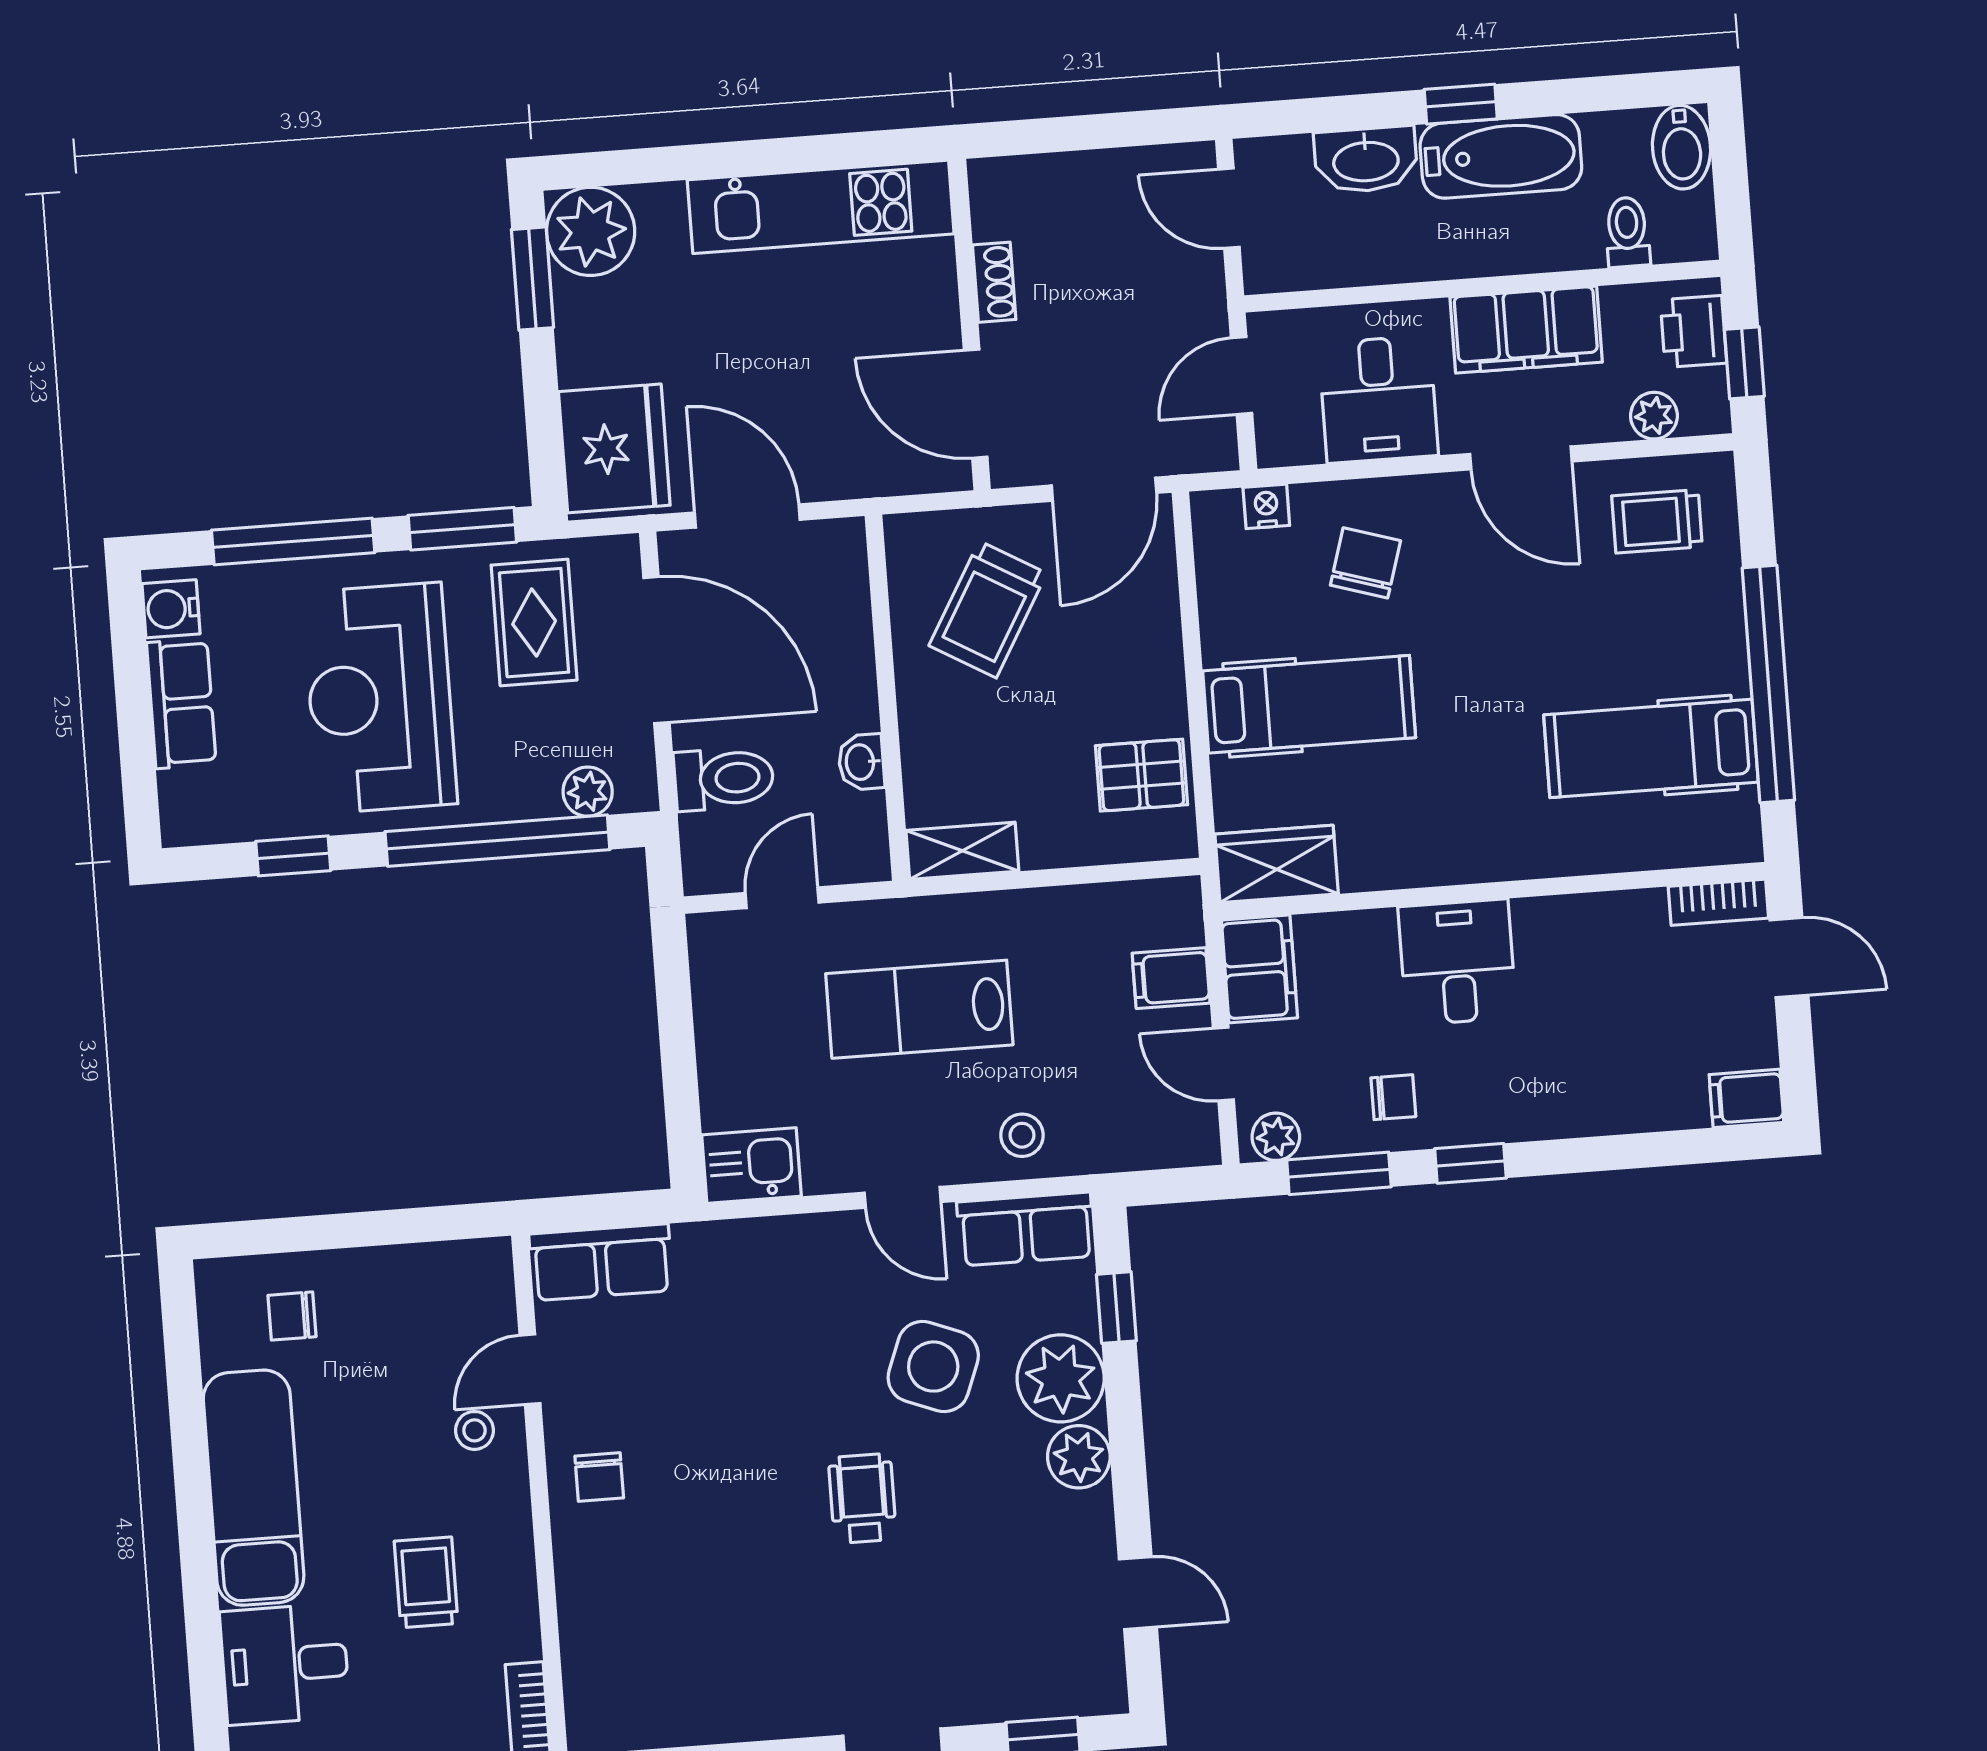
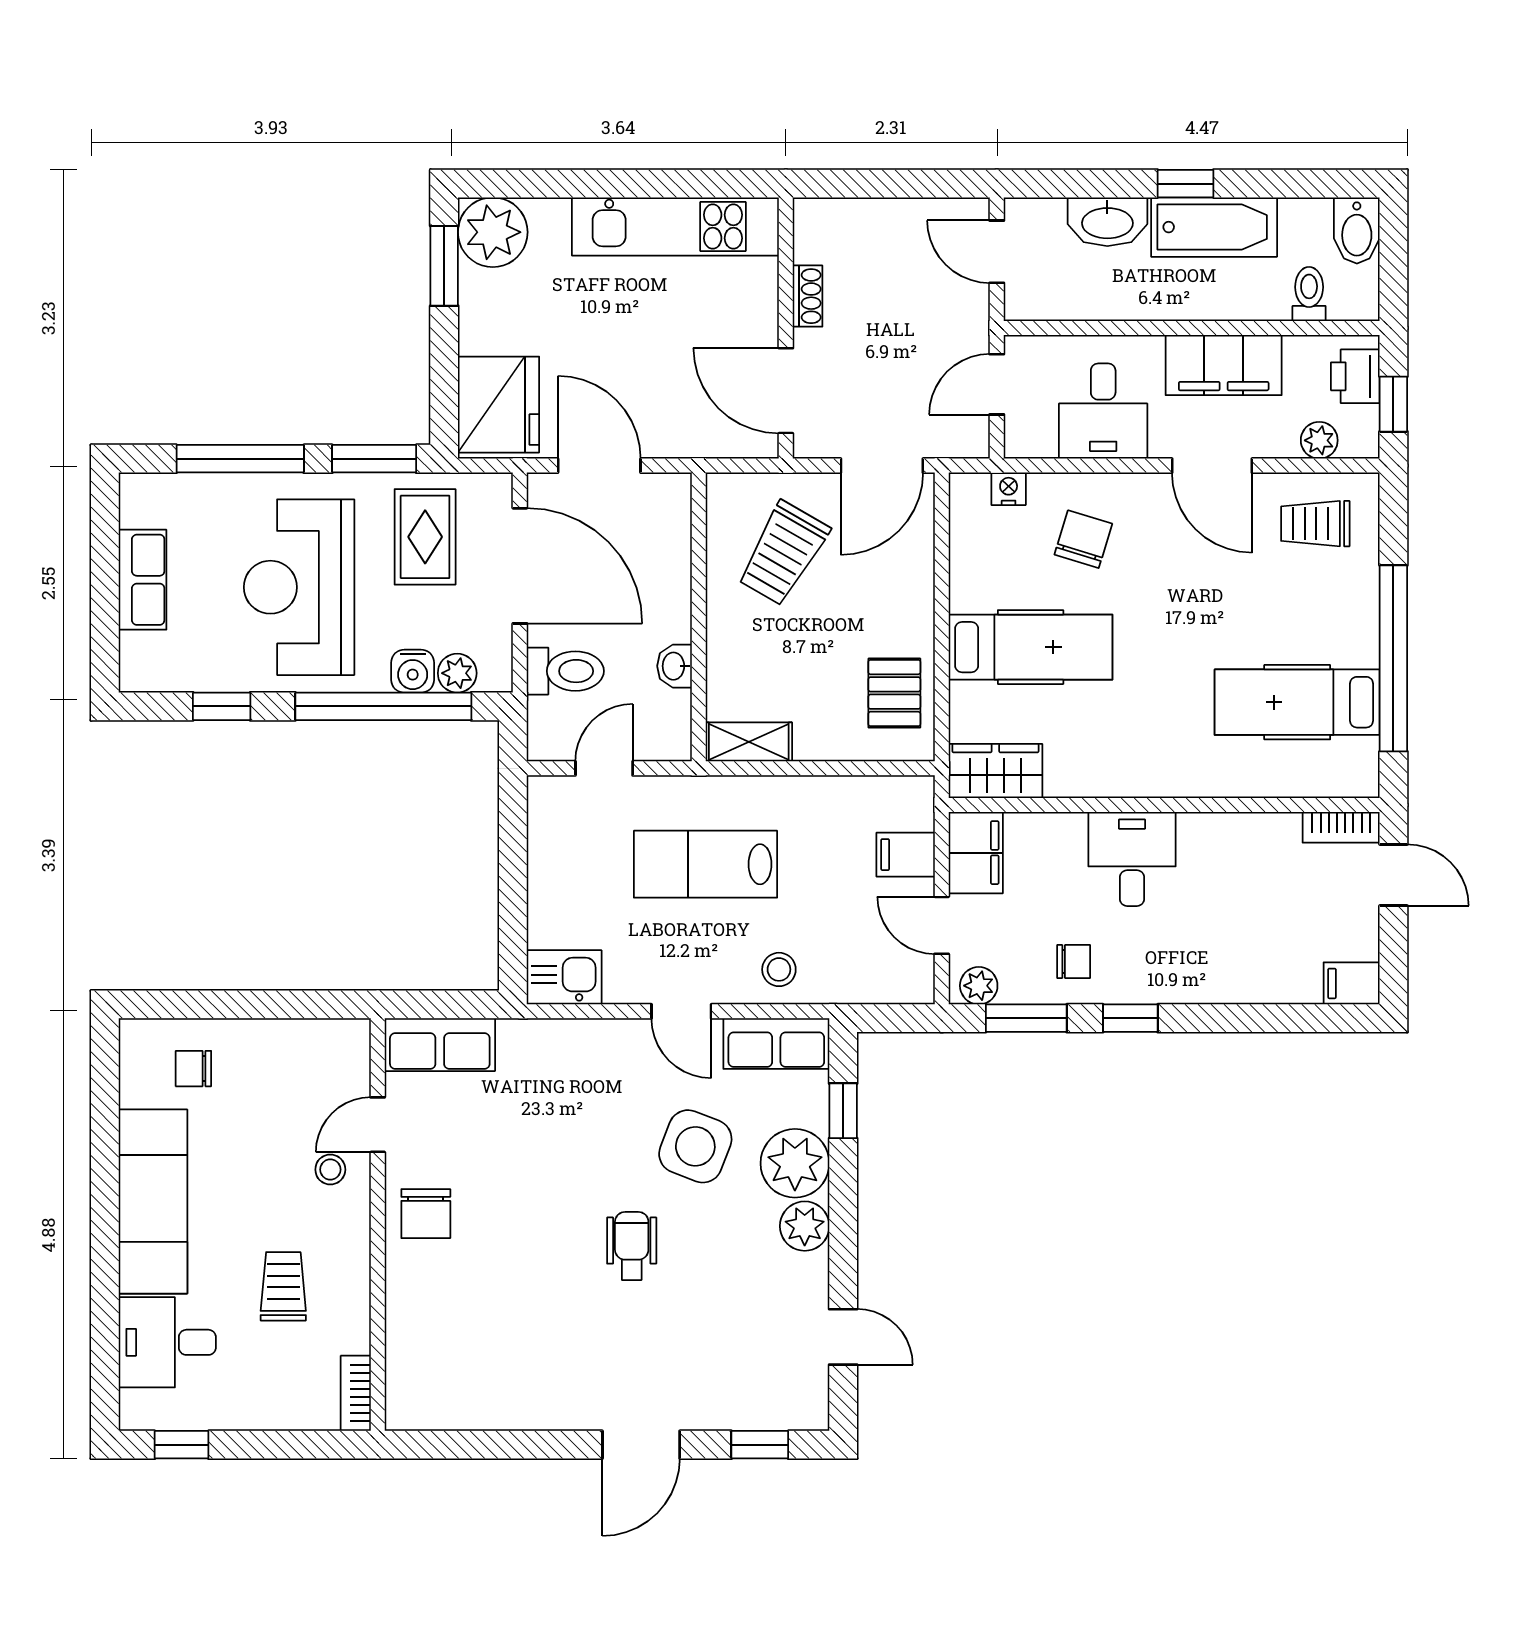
water cooler: (171, 609) -> (413, 671), moved, turned -90
pallet: (1141, 775) -> (894, 693), turned 90
chair: (599, 1477) -> (426, 1214), width x1.37, depth x1.37

